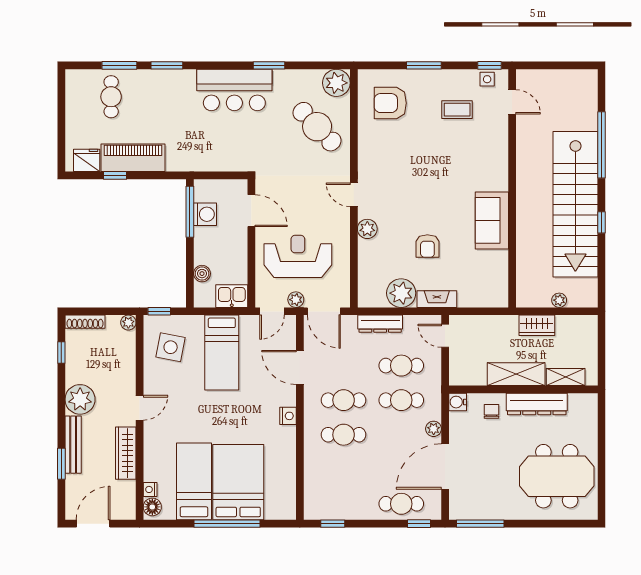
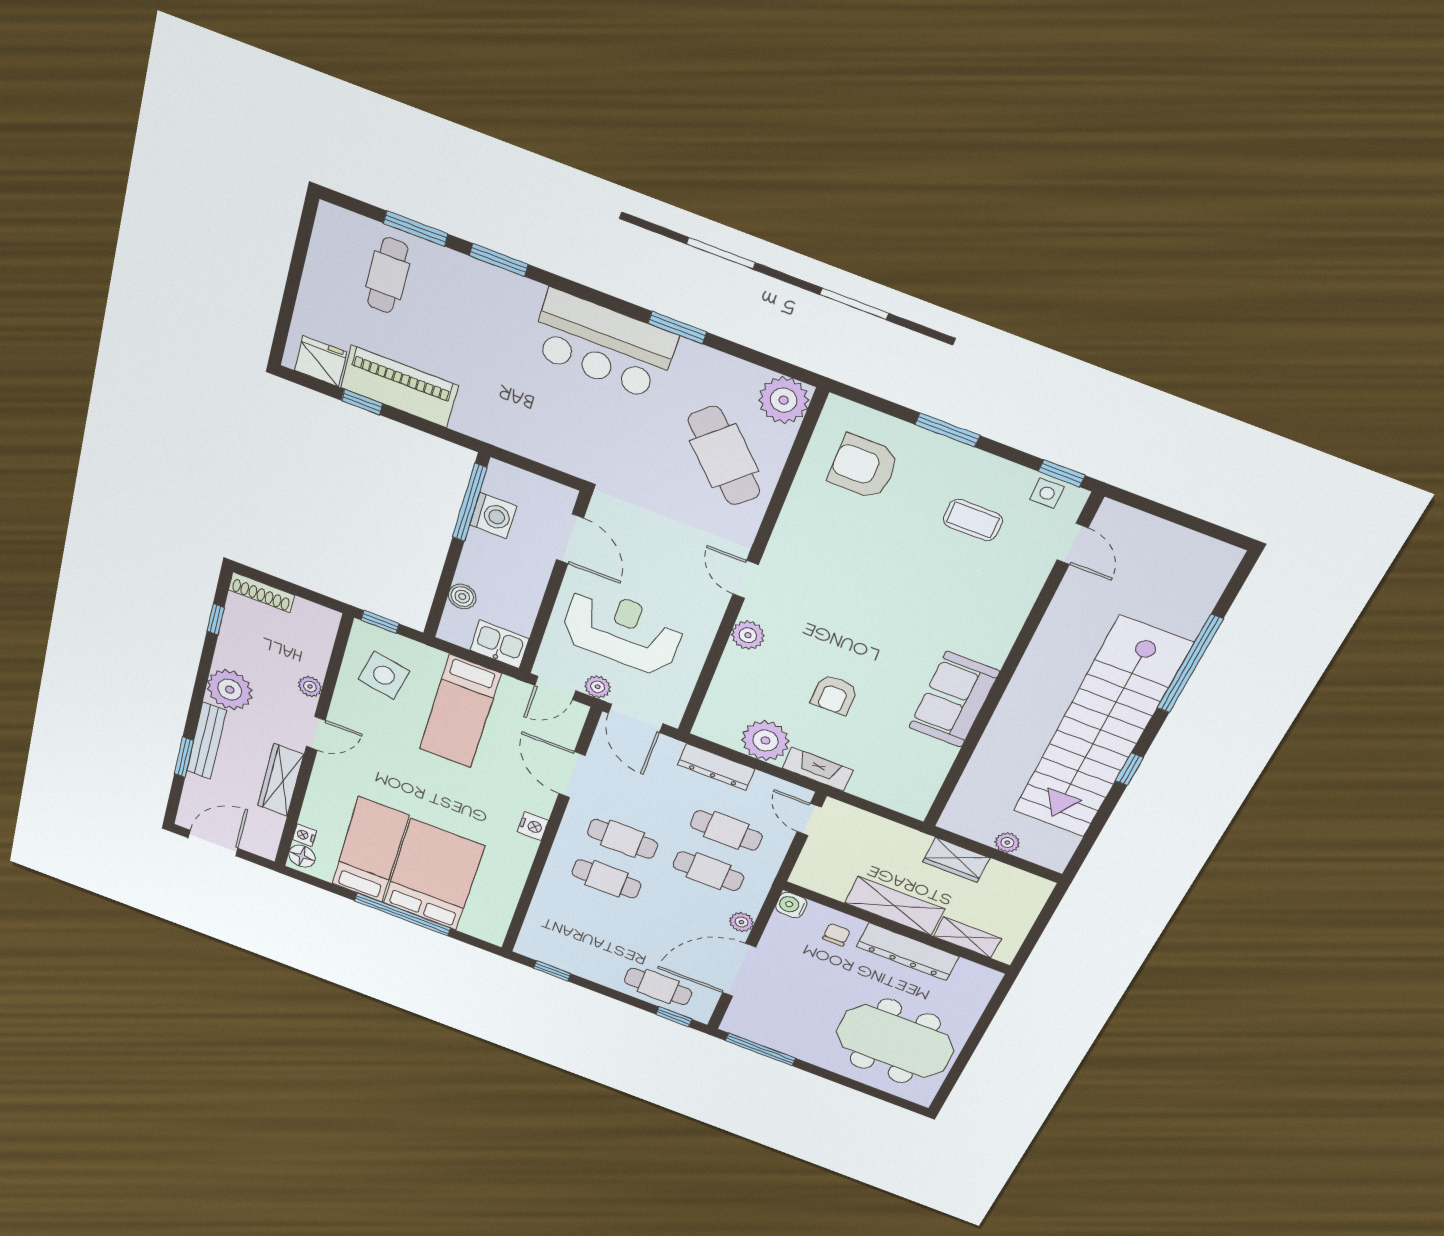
plant: (128, 323) -> (310, 686), moved

